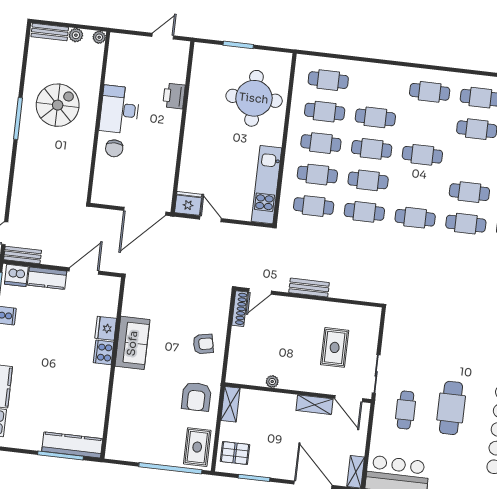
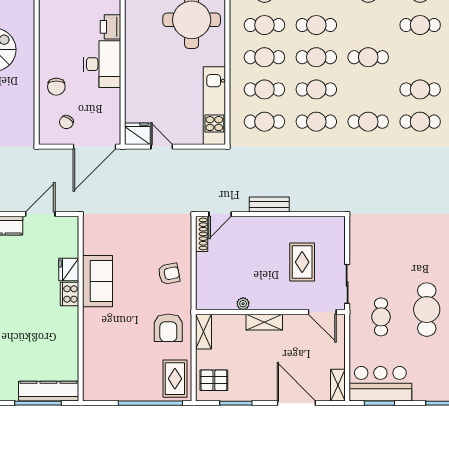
desk: (120, 110) -> (102, 64), moved, turned 180
chair: (120, 184) -> (66, 122), added
shelving: (314, 405) -> (264, 322), moved

